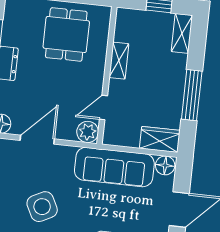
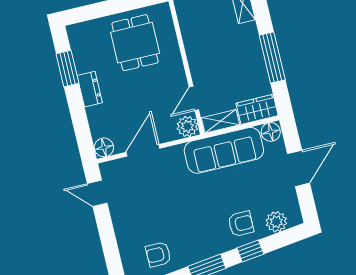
shelving: (119, 61) -> (220, 121), moved, turned 90
side table: (42, 207) -> (170, 211), removed

